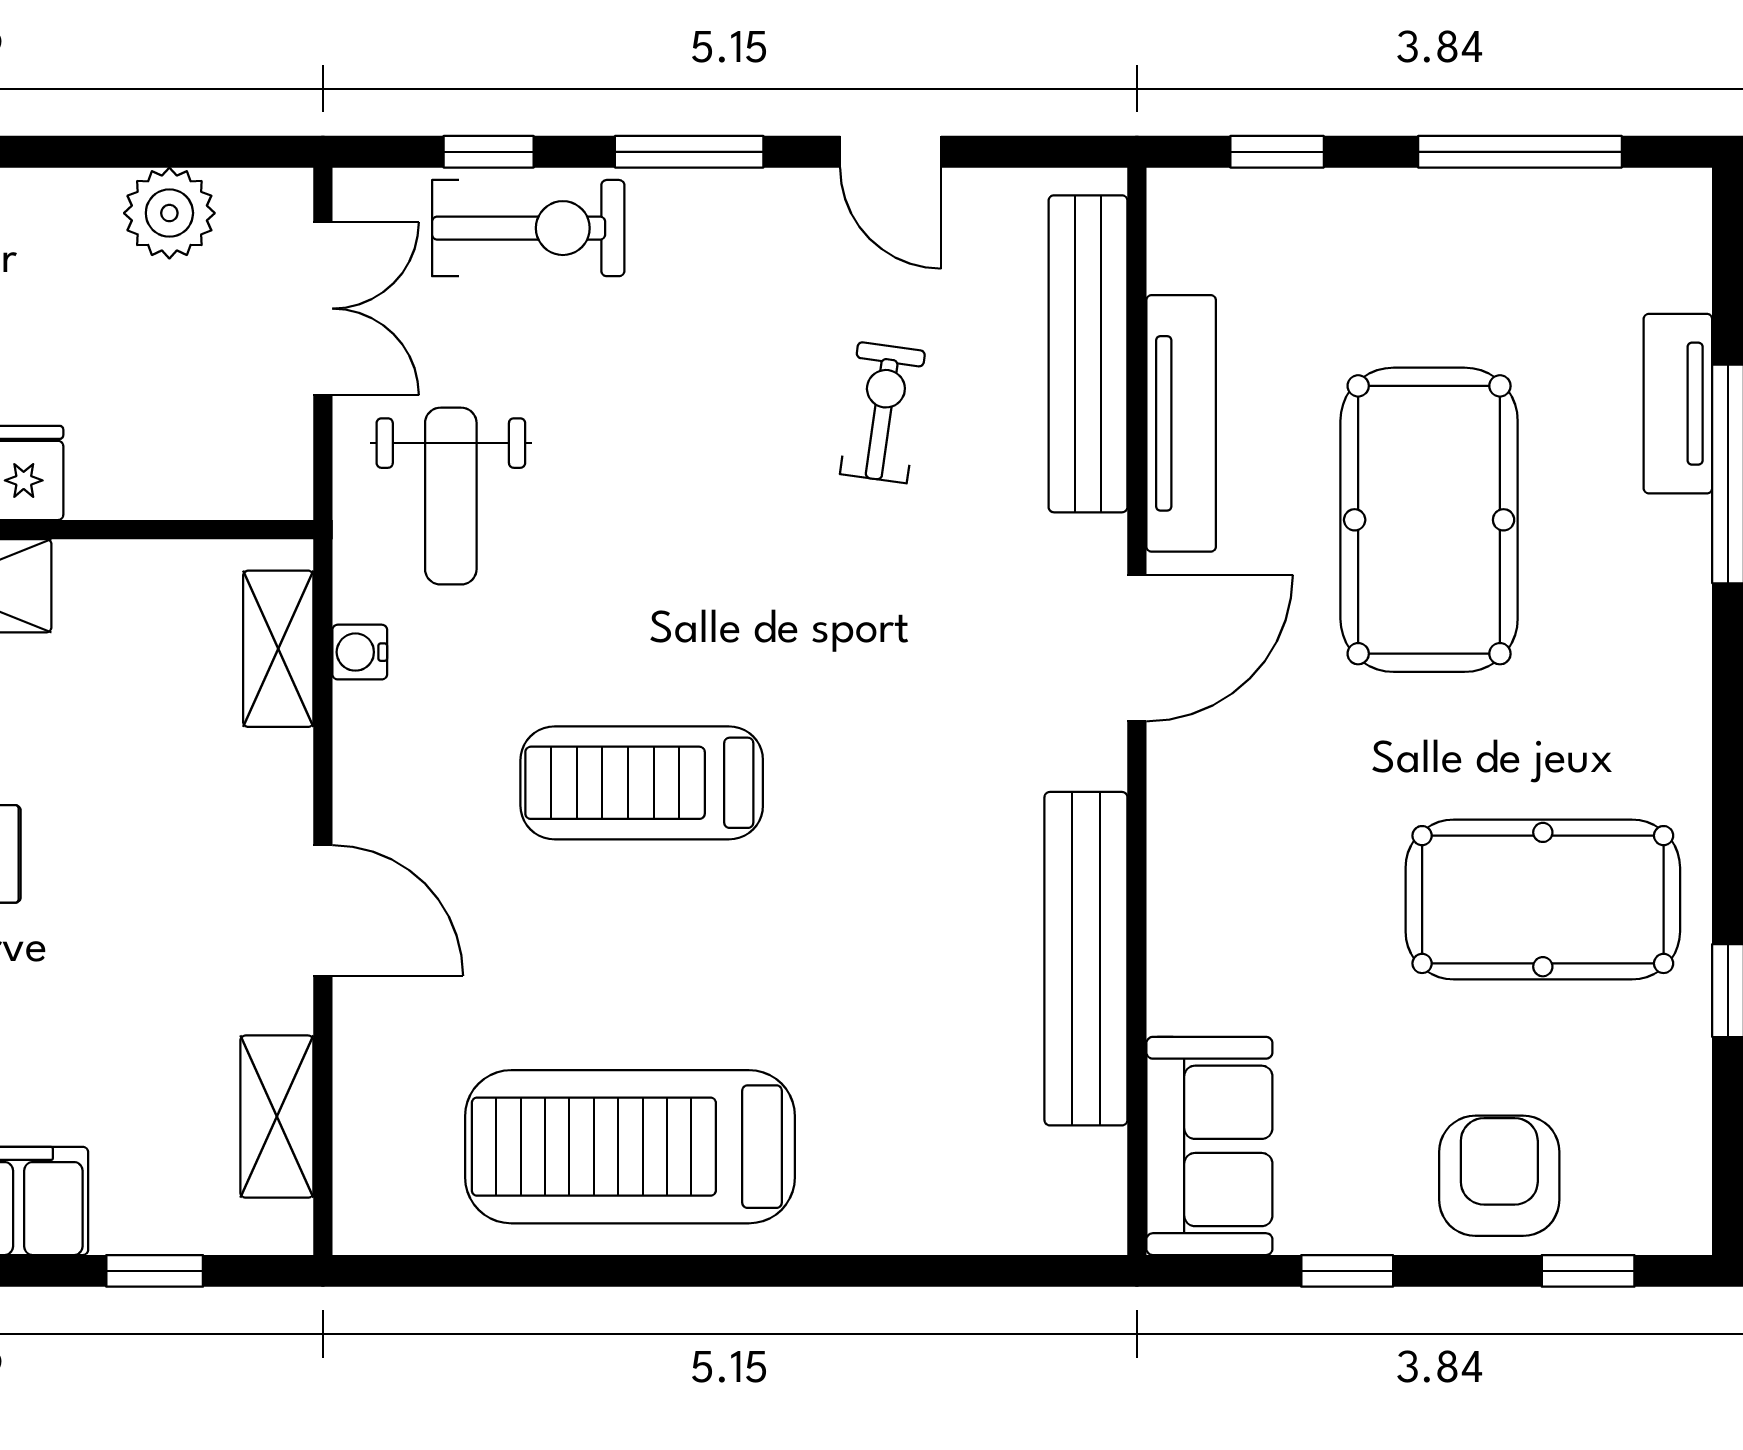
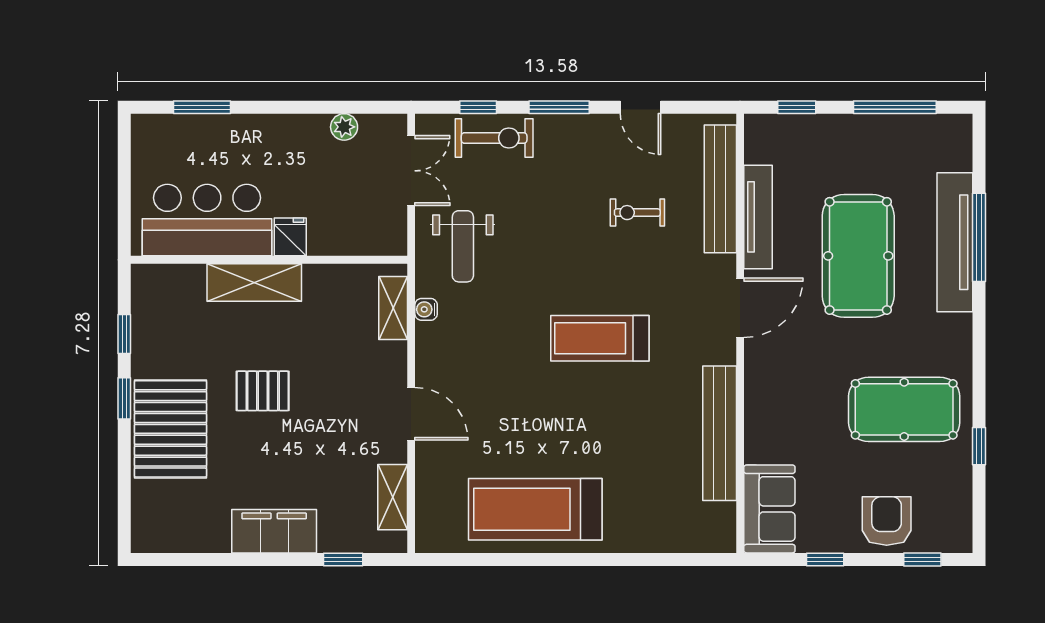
plant: (169, 213) -> (344, 127), width x0.73, depth x0.73
tv unit: (1678, 404) -> (955, 242), width x1.92, depth x1.29
exercise bike: (883, 413) -> (637, 213), turned -98
treadmill: (642, 783) -> (600, 338), moved

